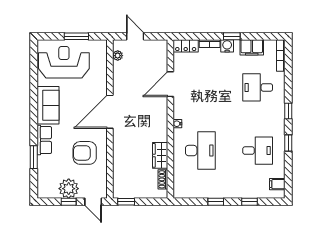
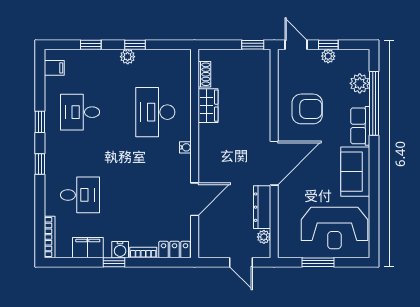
dresser: (119, 78) -> (262, 207), added
window: (34, 157) -> (374, 103), width x2.11
plant: (45, 172) -> (360, 83), added
plant: (69, 189) -> (328, 56), width x0.53, depth x0.53
plant: (221, 193) -> (128, 57), added

